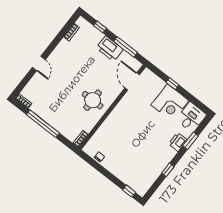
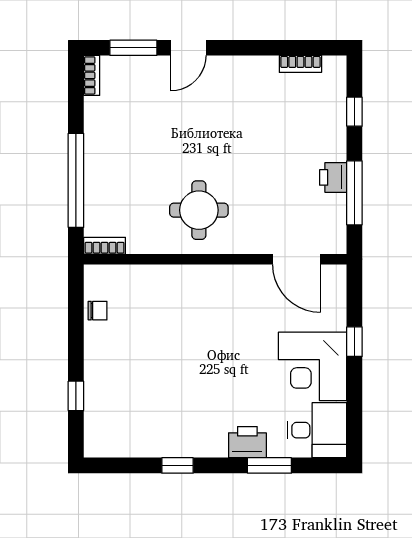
printer: (110, 49) -> (333, 177), width x0.53, depth x0.68
window: (25, 81) -> (133, 48), added
door: (132, 81) -> (297, 259), swing flipped
window: (43, 124) -> (76, 180), moved
window: (129, 191) -> (76, 396), moved

